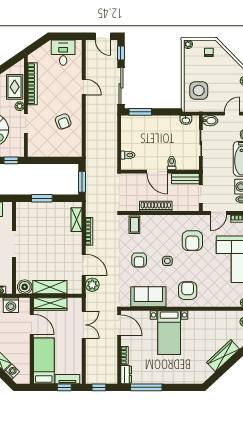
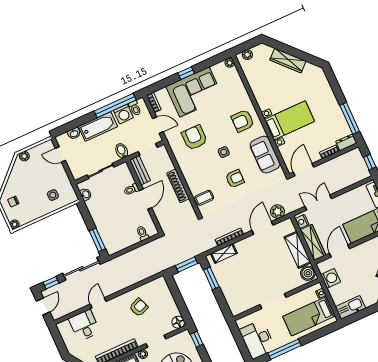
desk: (63, 53) -> (84, 325), moved, turned 90
side table: (199, 90) -> (53, 195), width x0.54, depth x0.54
bidet: (210, 121) -> (122, 151), moved
floor lamp: (34, 151) -> (178, 322), added
window: (42, 198) -> (211, 278), moved
armchair: (192, 241) -> (194, 138), turned -90
nightstand: (73, 303) -> (302, 222), added

